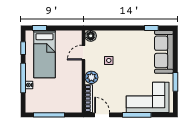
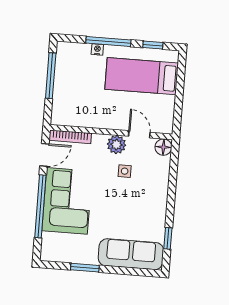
window: (40, 28) -> (181, 72), removed
plant: (91, 77) -> (116, 145), moved
corner sofa: (148, 97) -> (67, 201), moved
window: (137, 115) -> (40, 206), width x1.46

